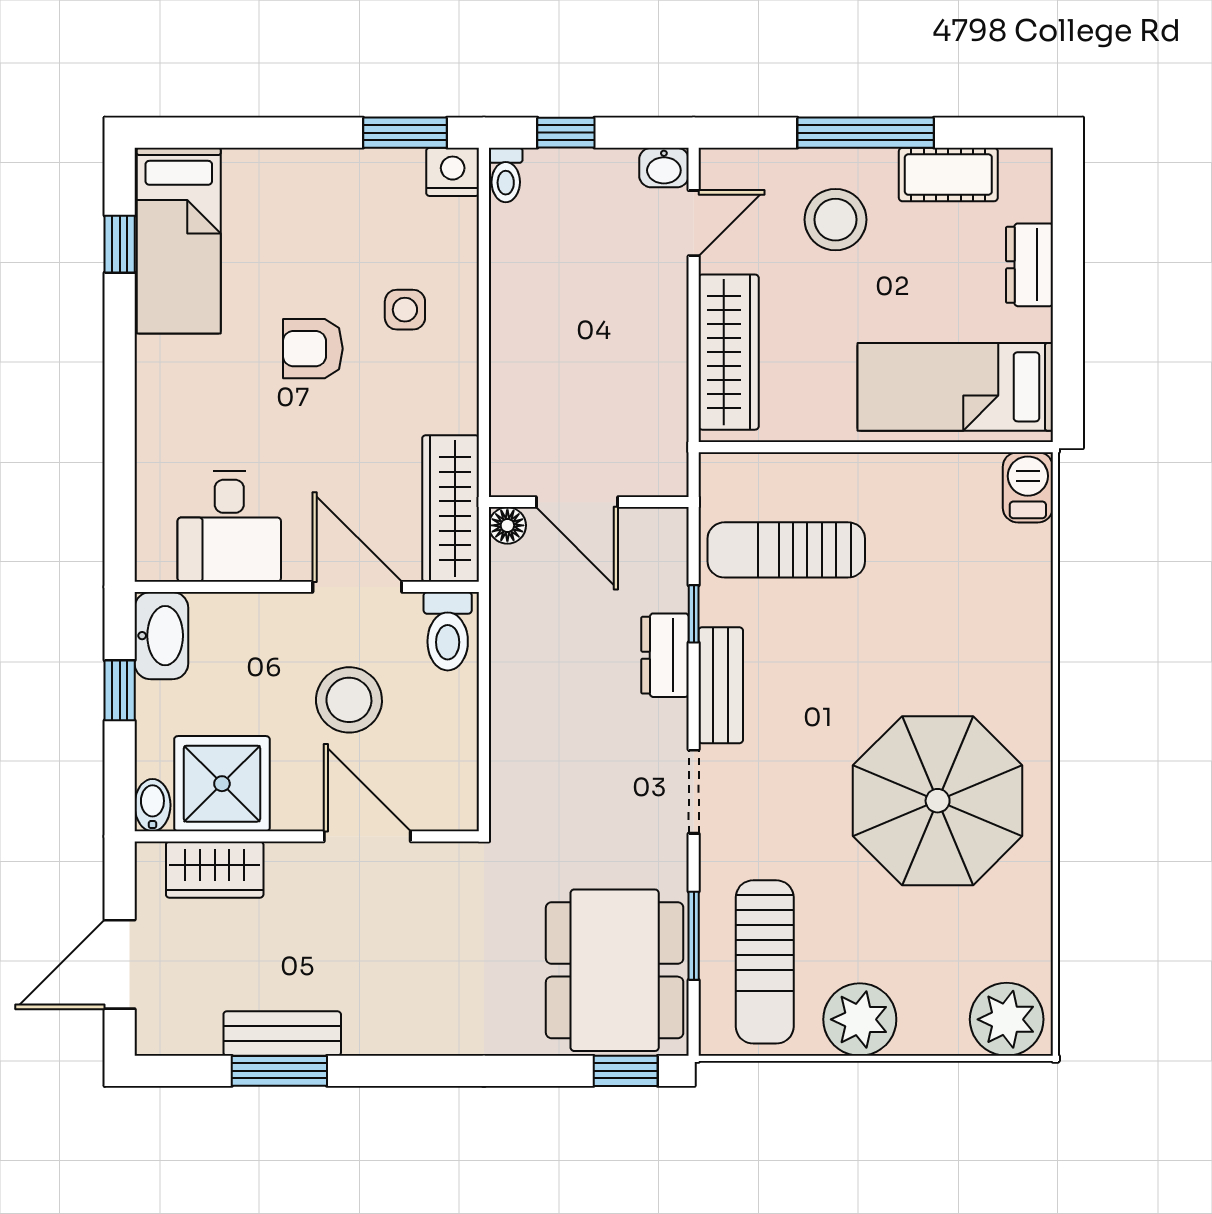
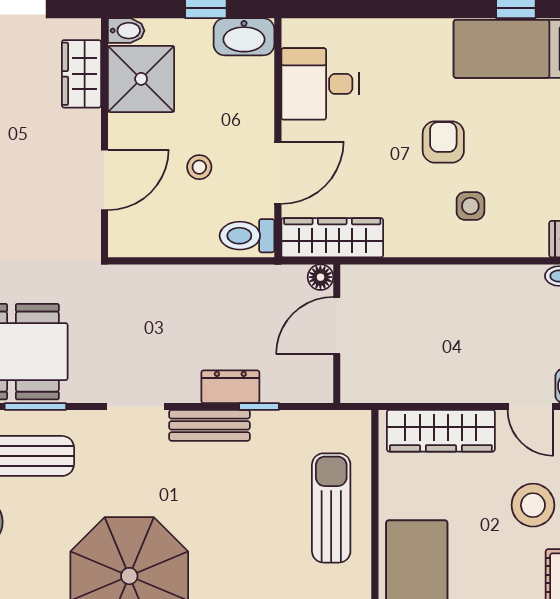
sun lounger: (786, 550) -> (331, 508), moved
stool: (349, 700) -> (199, 167), width x0.53, depth x0.53

